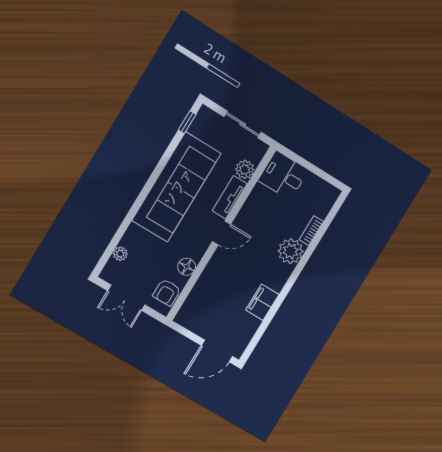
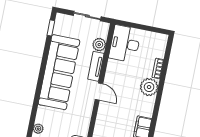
desk: (283, 175) -> (125, 44), width x1.37
door: (221, 233) -> (99, 91), hinge flipped
floor lamp: (187, 267) -> (84, 122), removed

